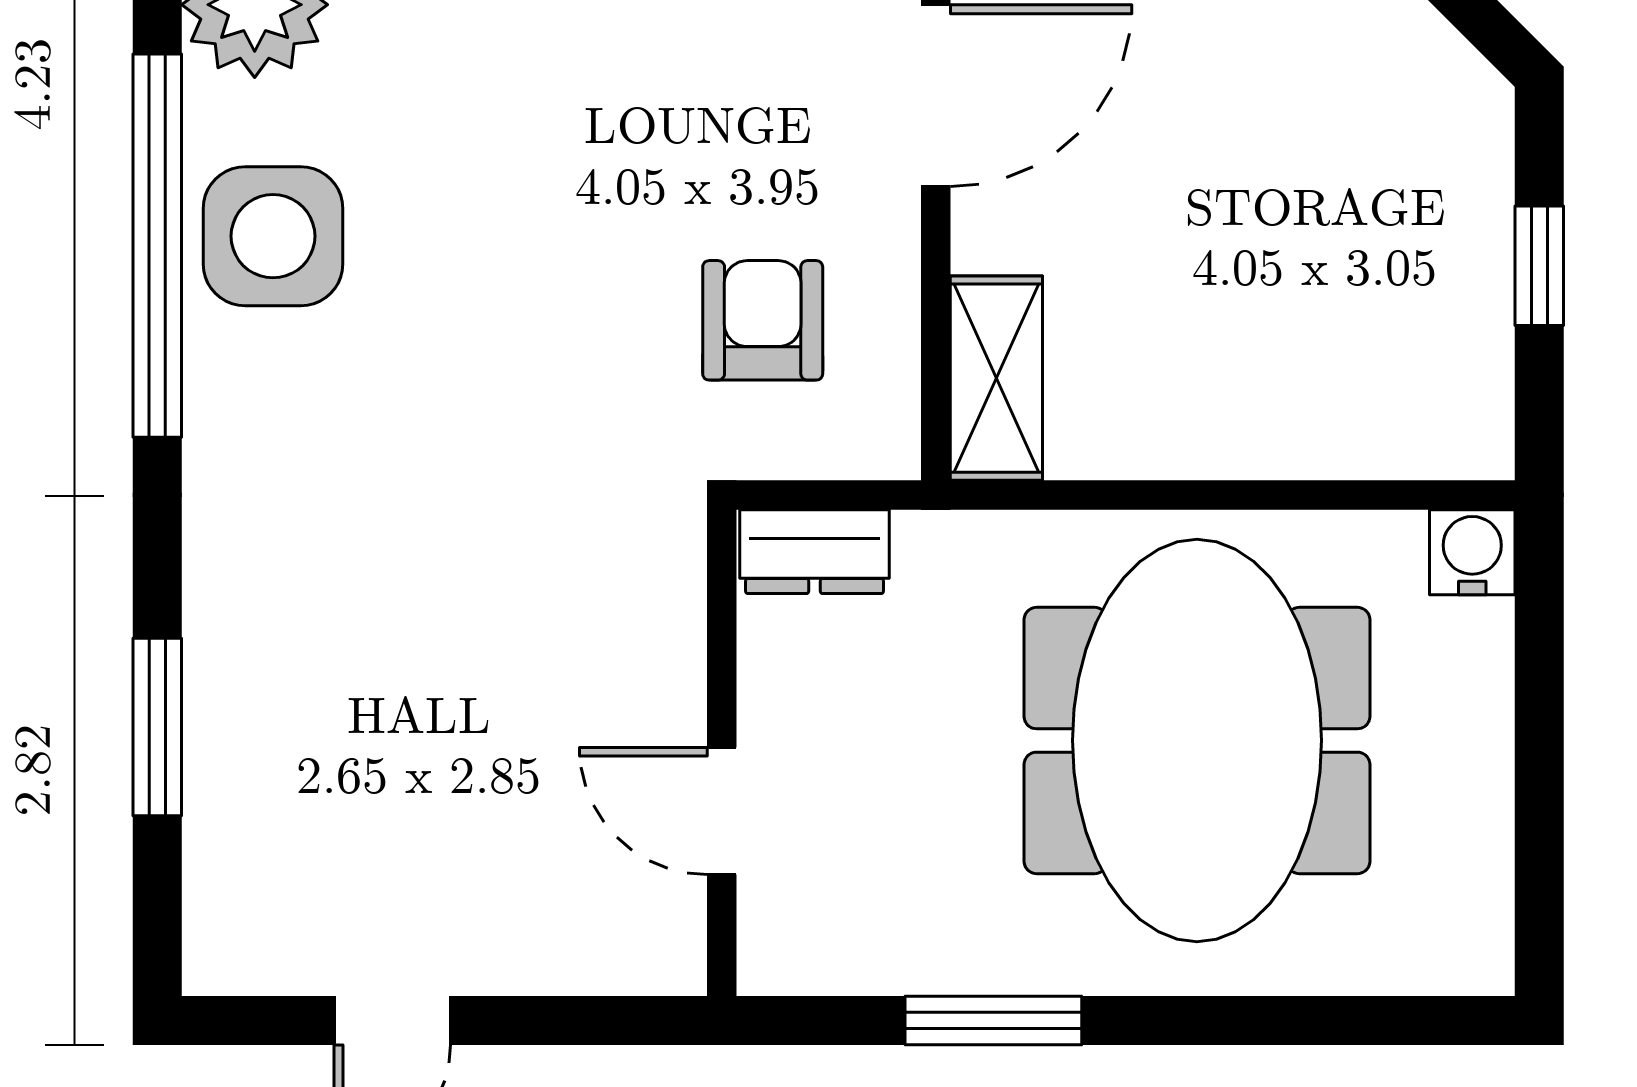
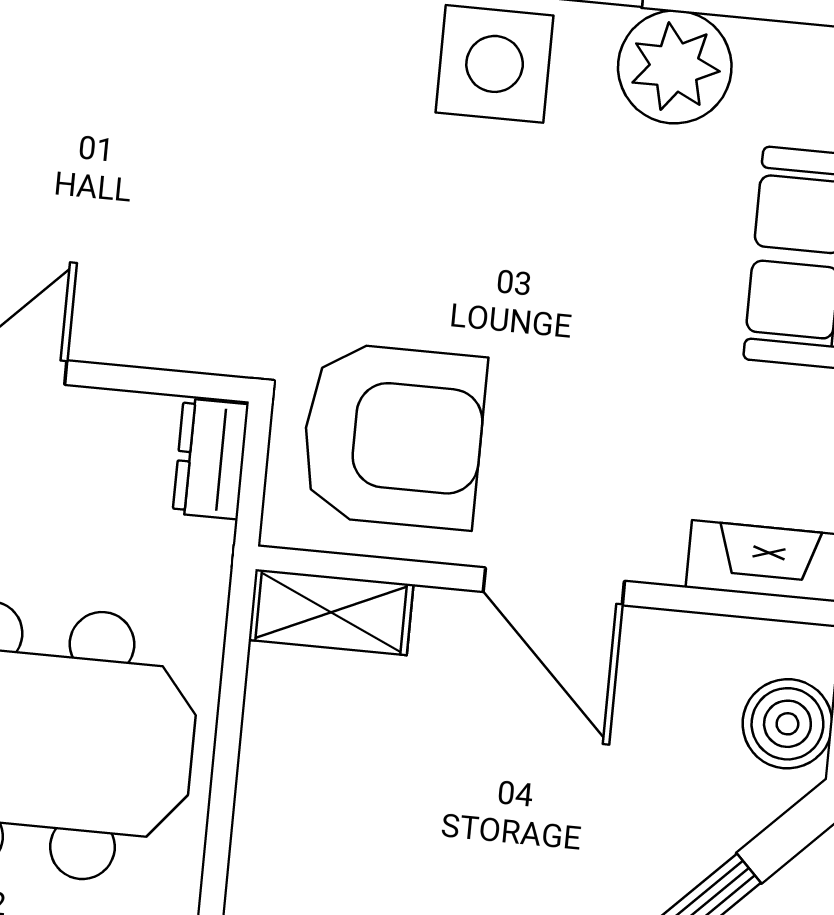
armchair: (763, 320) -> (393, 436), width x1.88, depth x1.88

